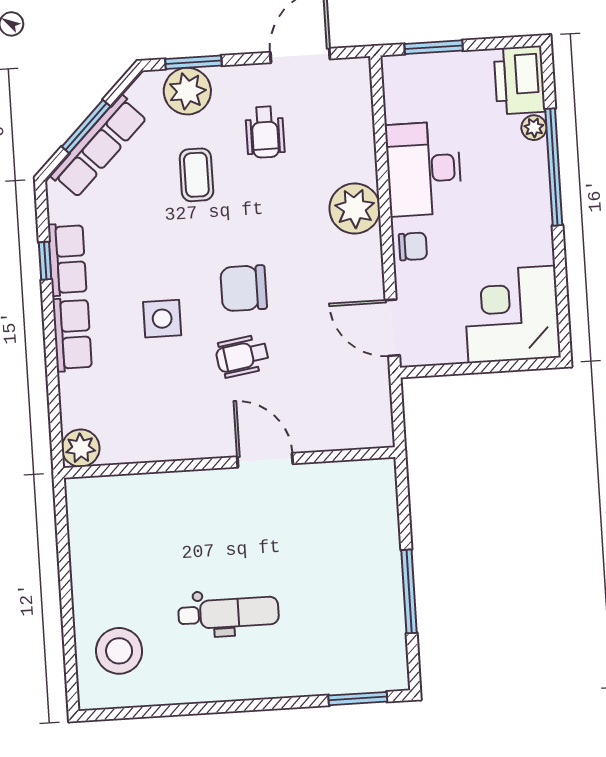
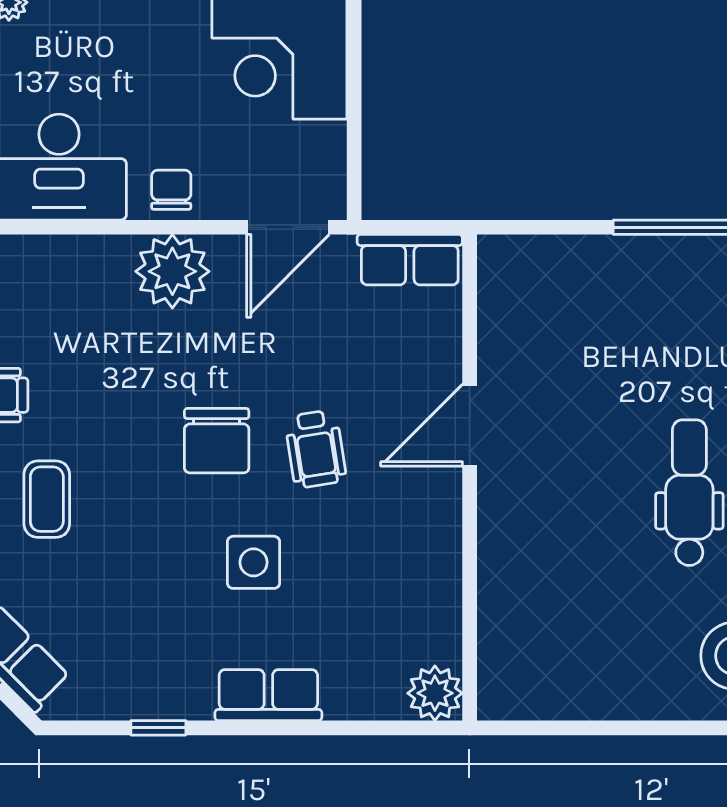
coffee table: (196, 175) -> (47, 499), turned 90
plant: (355, 209) -> (172, 271), moved
row of seats: (67, 259) -> (410, 260), moved, turned 180

